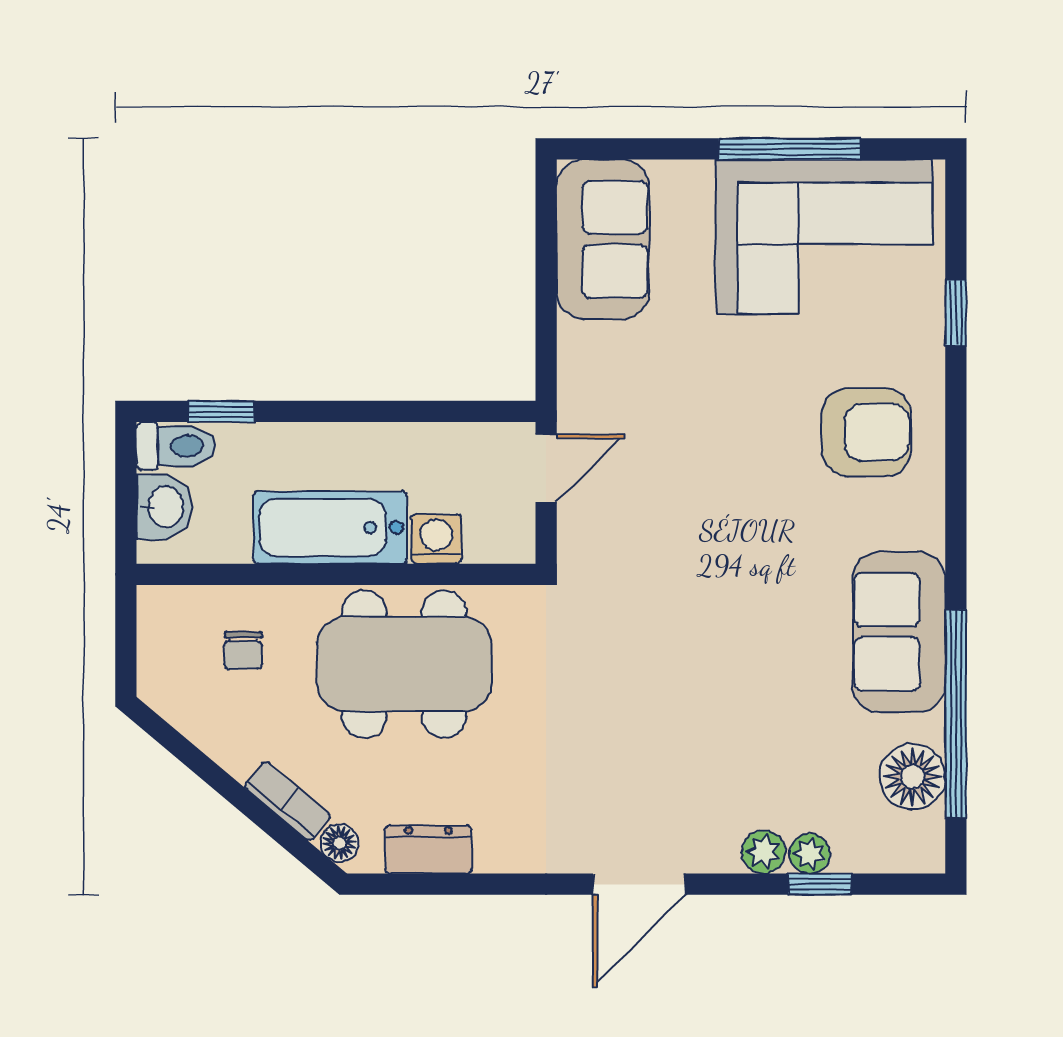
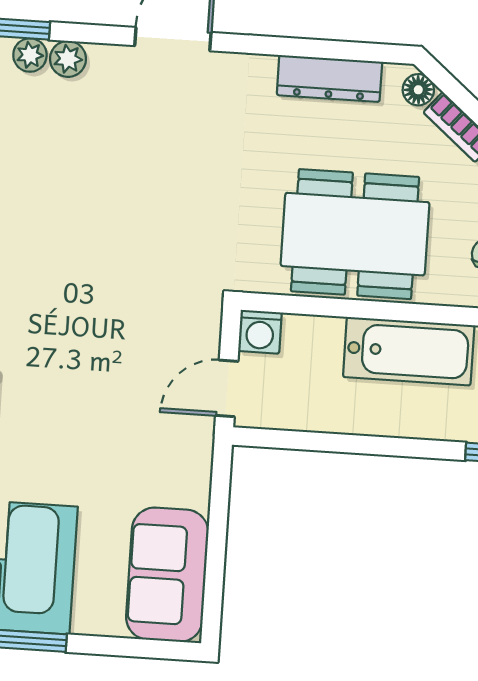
washing machine: (436, 539) -> (260, 332), moved
dresser: (428, 849) -> (329, 78), width x1.44

